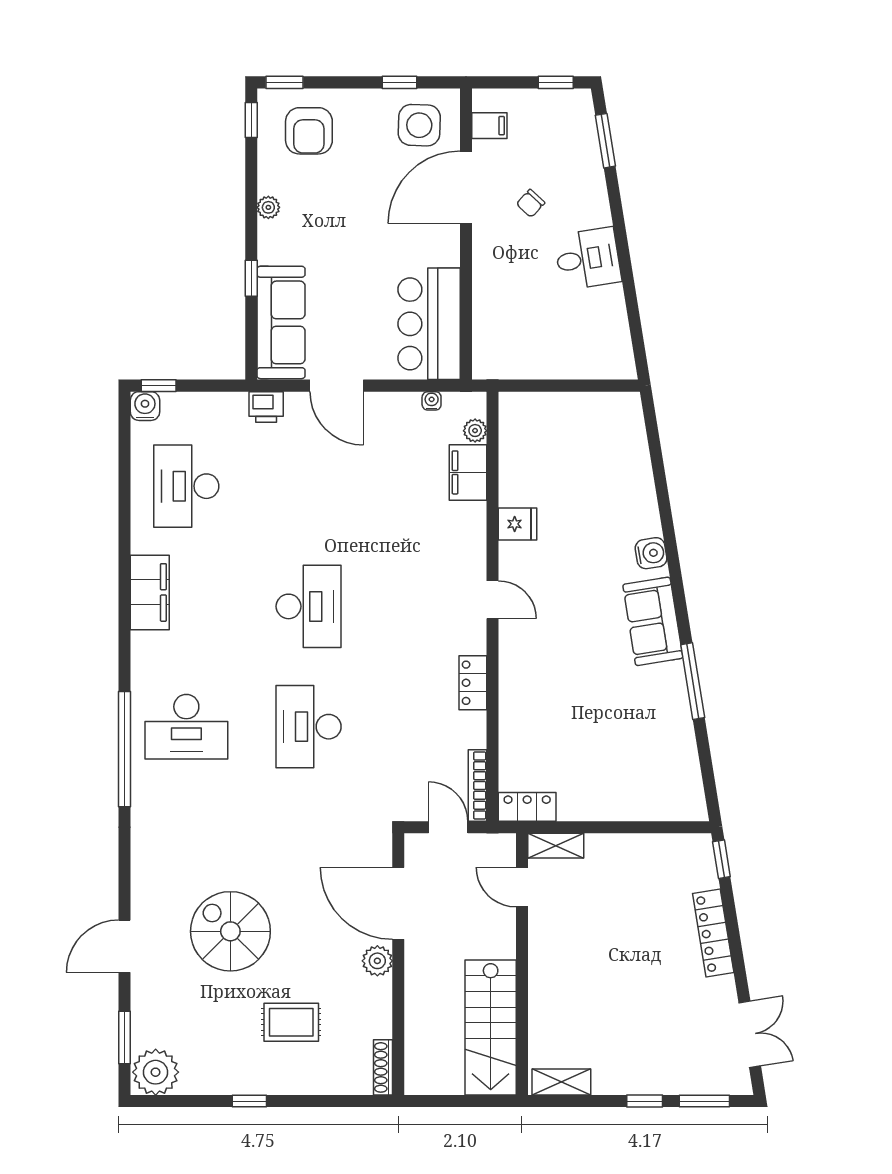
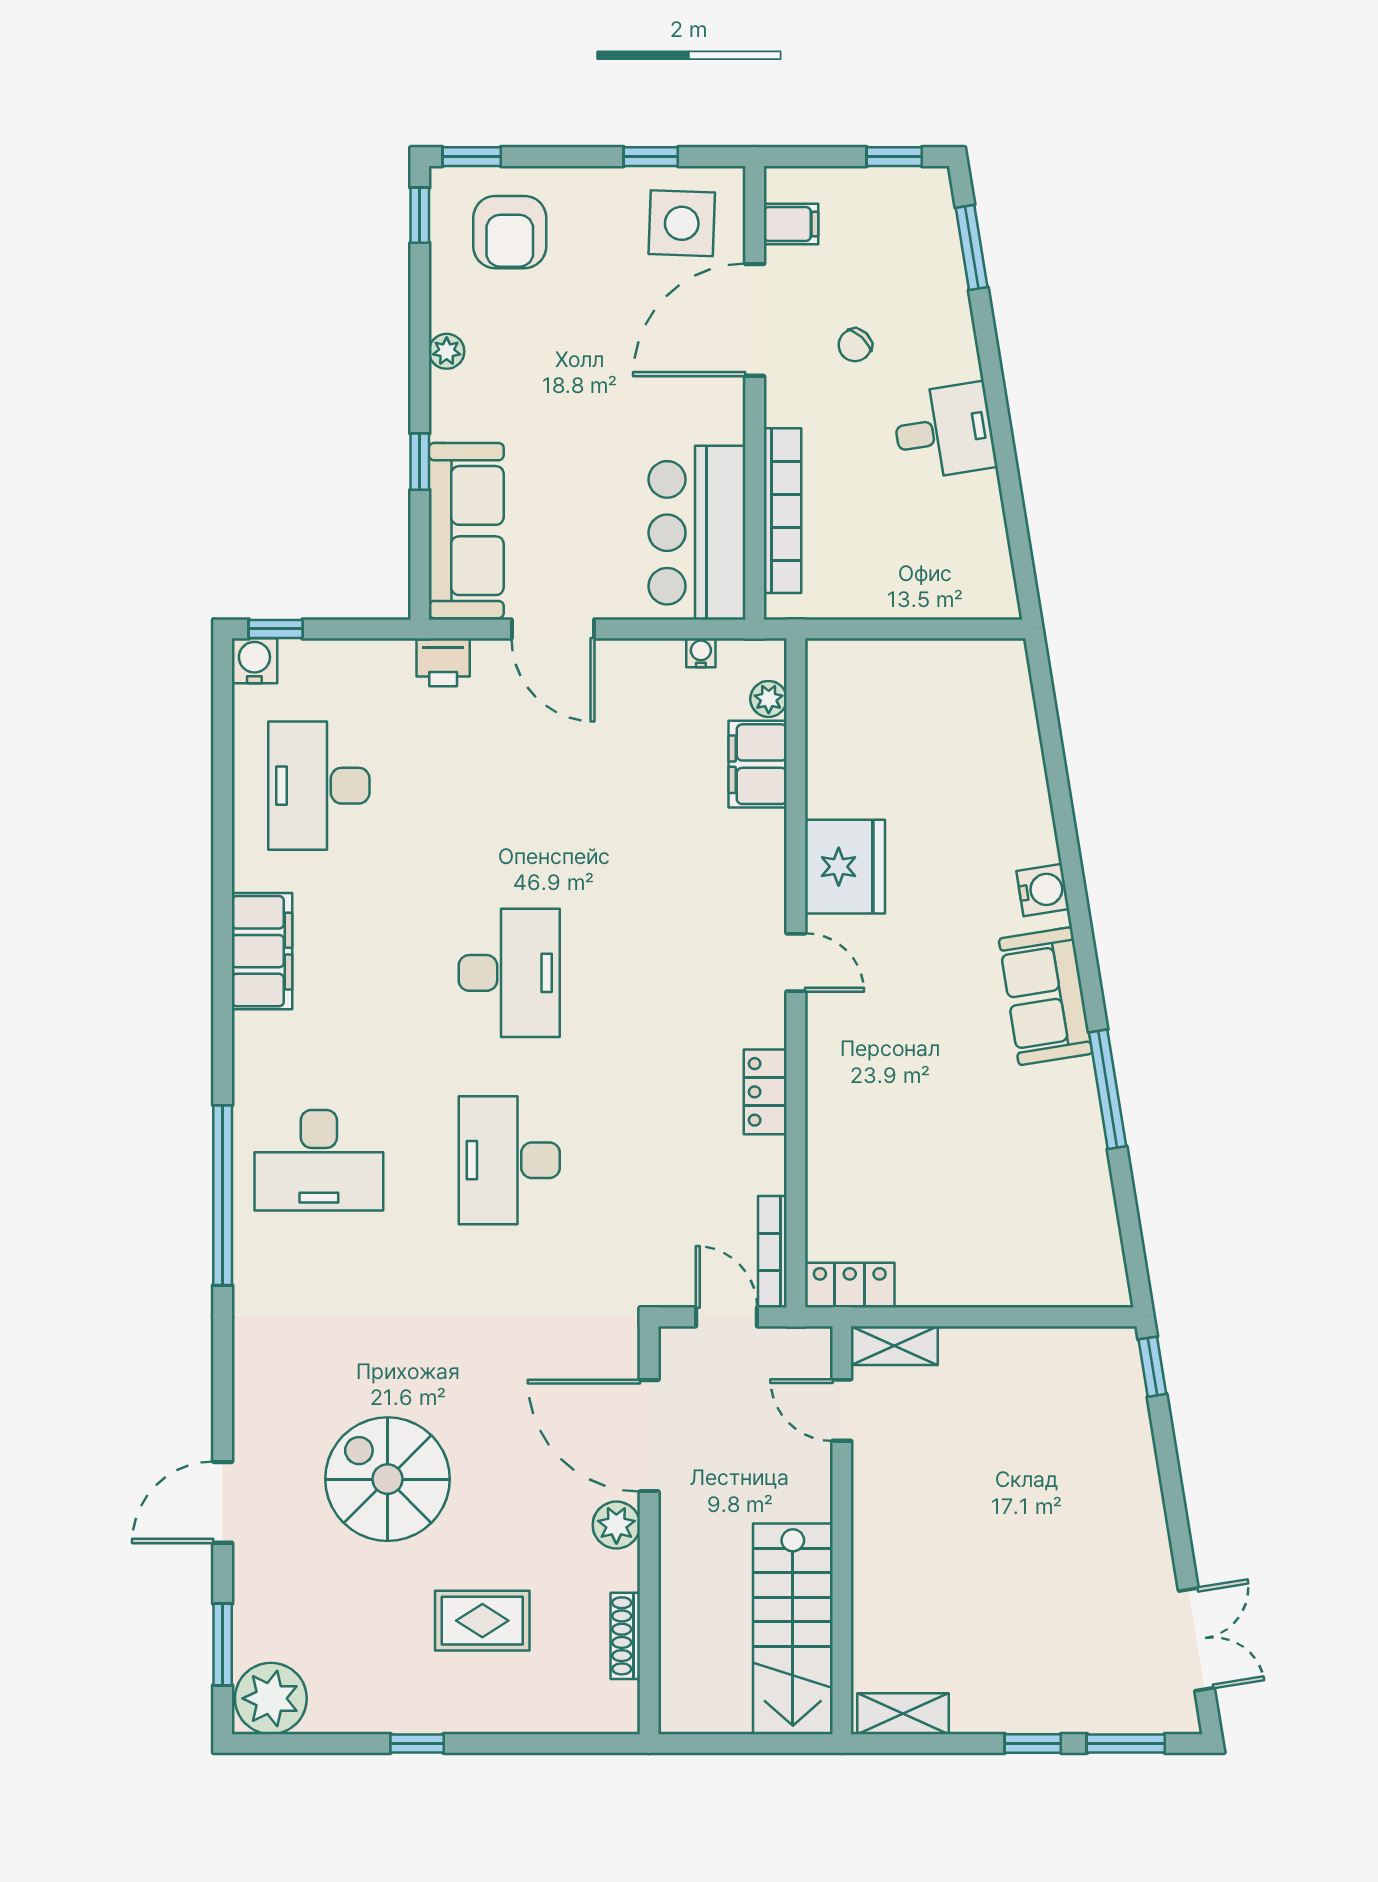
bookcase: (484, 310) -> (783, 511), added
fridge: (518, 524) -> (845, 867), width x1.88, depth x1.34
locker: (713, 933) -> (1139, 1482), removed
shoe rack: (383, 1067) -> (625, 1636), moved

